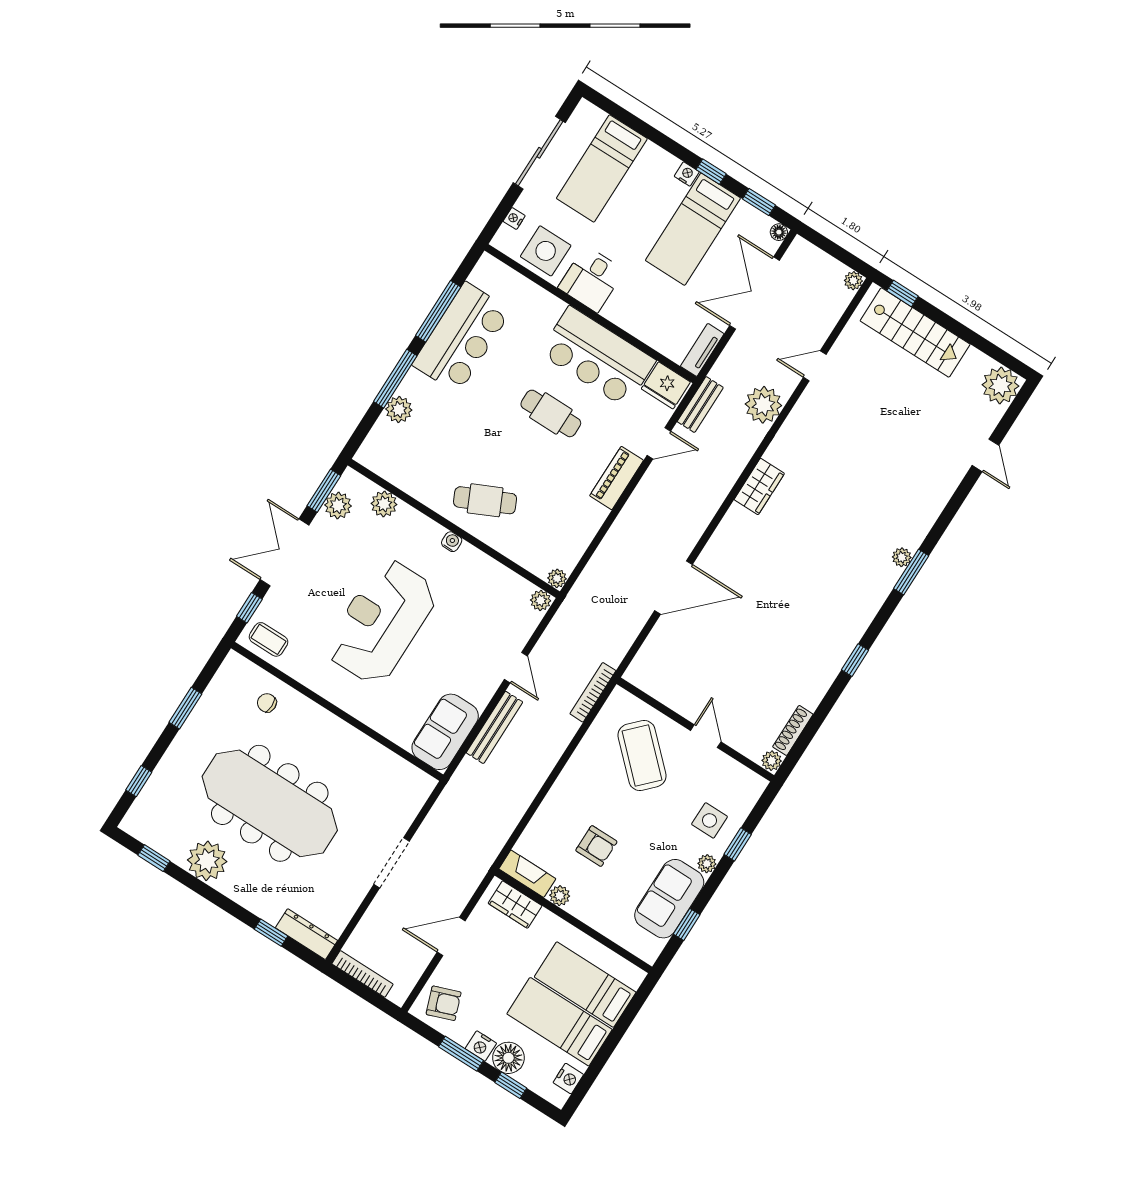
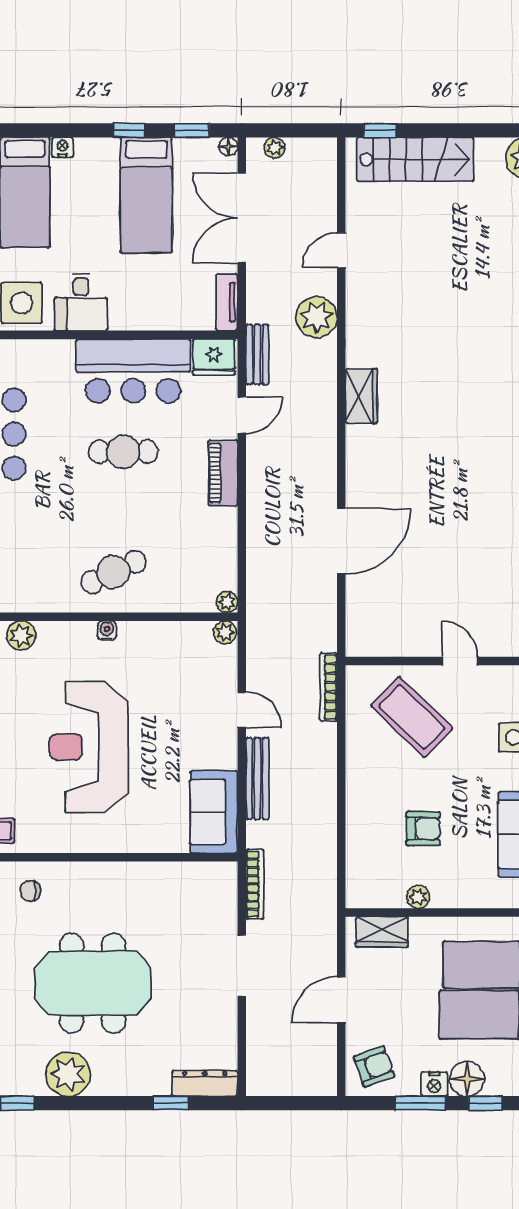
nightstand: (687, 174) -> (62, 147), moved
plant: (853, 281) -> (275, 148), moved
meeting table: (270, 803) -> (93, 983), width x0.73
fireplace: (527, 874) -> (375, 896), removed
bookcase: (363, 974) -> (255, 884), moved, turned 90

